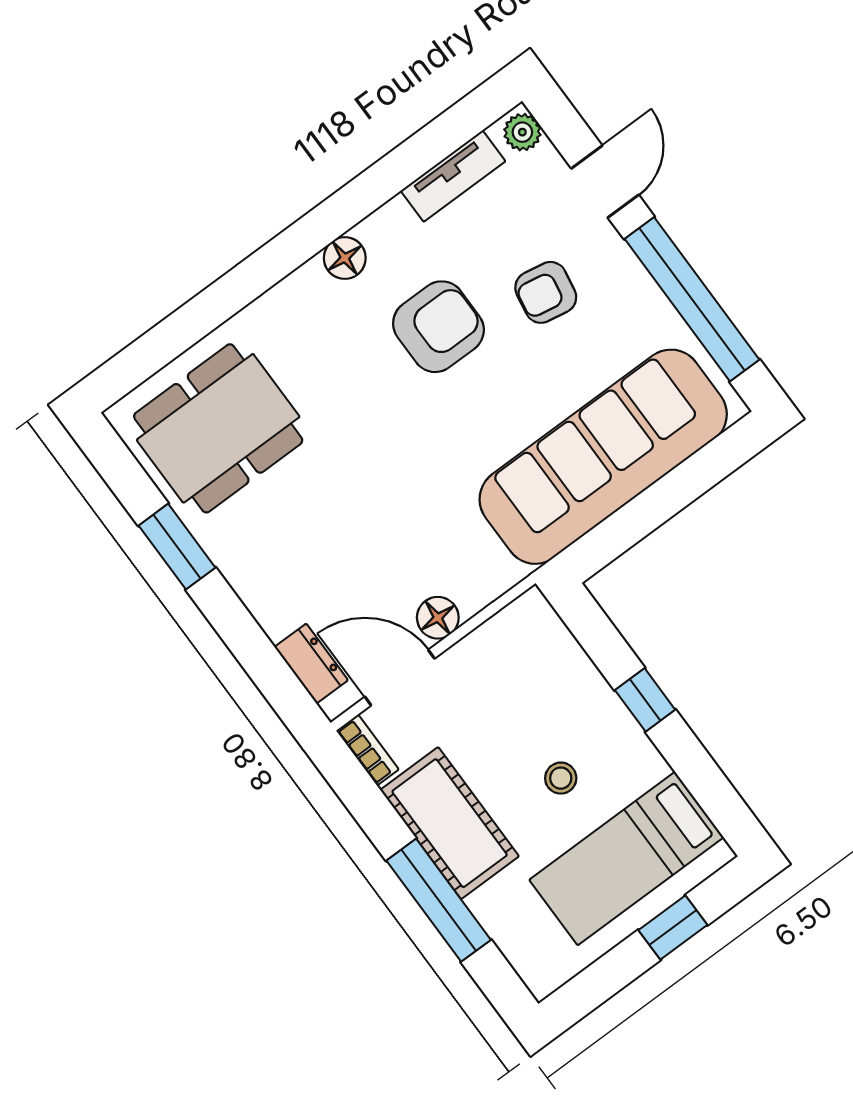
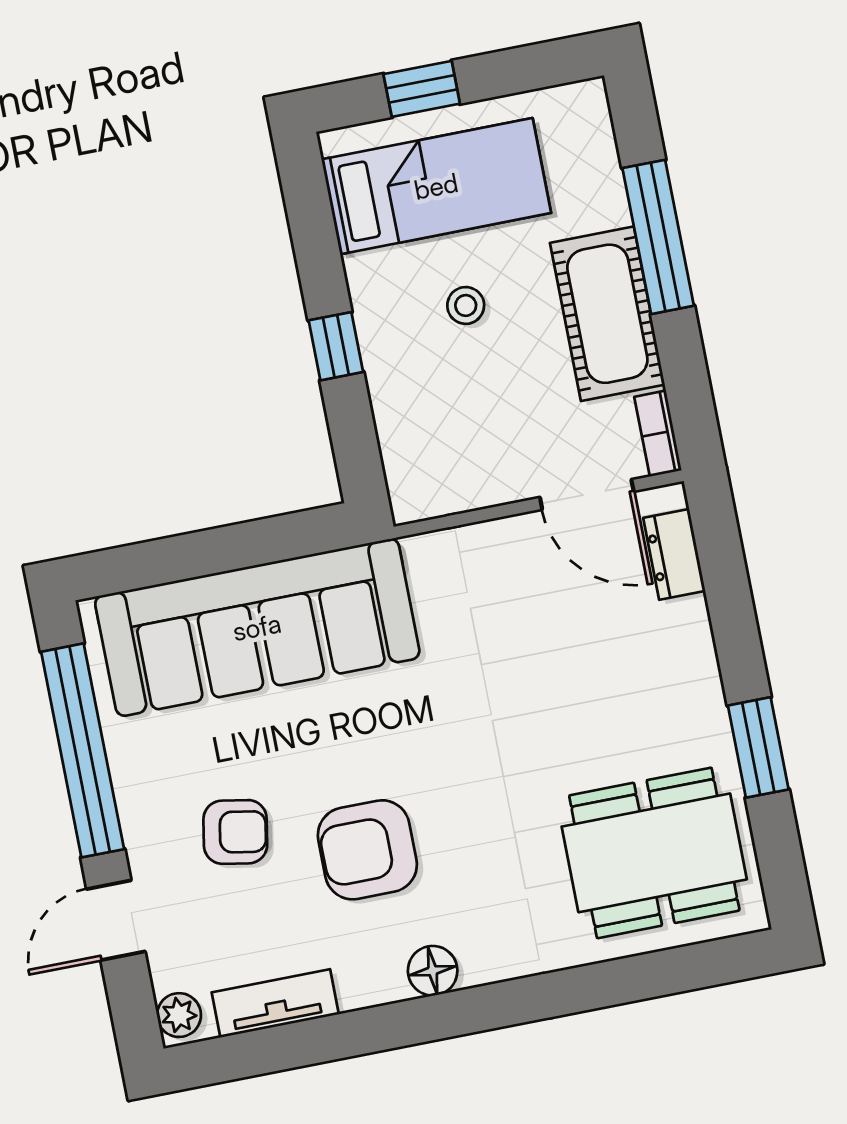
floor lamp: (438, 618) -> (516, 539), removed

